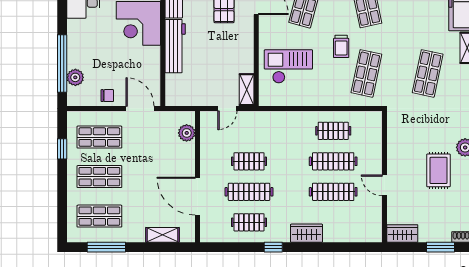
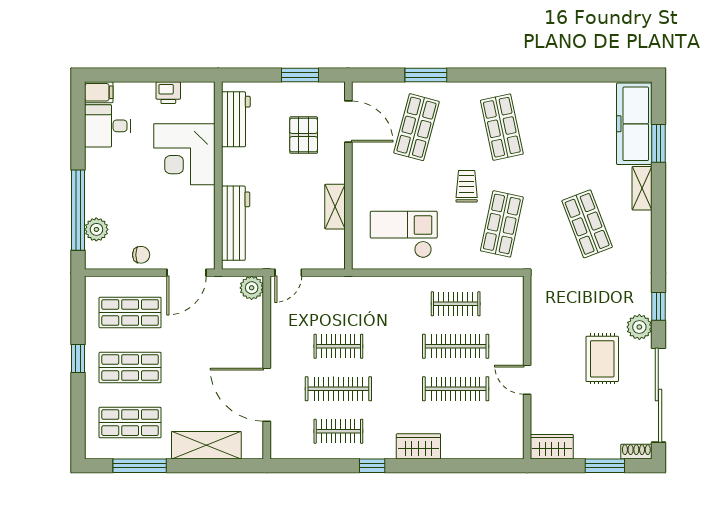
workbench: (175, 46) -> (236, 223), moved
trolley: (341, 46) -> (467, 186), turned 180
checkout: (288, 66) -> (404, 234), moved
shop shelf: (428, 73) -> (587, 224), turned -33
shelving: (247, 90) -> (335, 207), moved
door: (140, 108) -> (187, 273), swing flipped
door: (227, 108) -> (288, 273), moved
plant: (187, 133) -> (252, 288), moved
window: (62, 149) -> (78, 359), moved
shelving: (162, 235) -> (206, 445), width x1.50, depth x1.33

